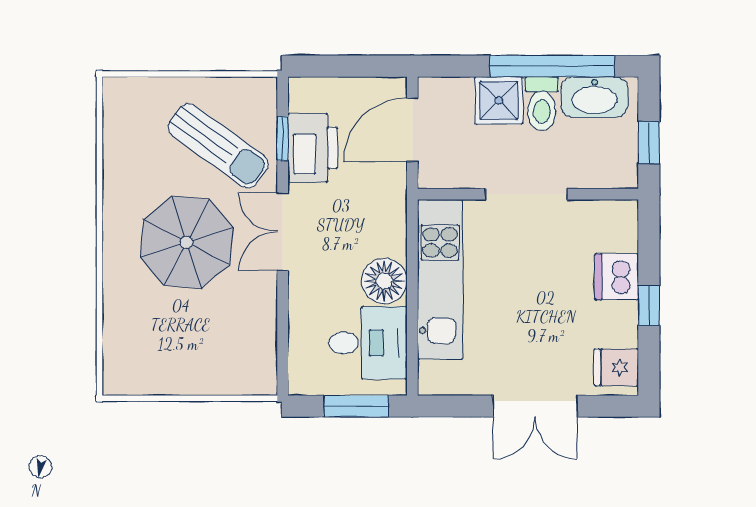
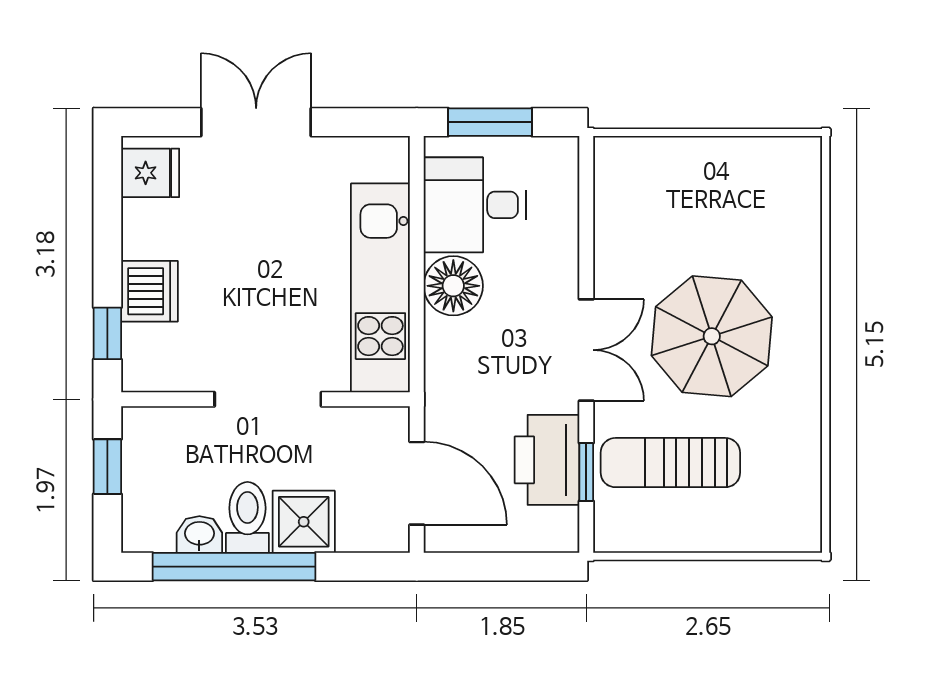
washbasin: (594, 97) -> (199, 534), width x0.52, depth x0.69
door: (412, 130) -> (417, 483), hinge flipped
sun lounger: (218, 146) -> (670, 463), turned -36
window: (649, 306) -> (107, 333), moved

